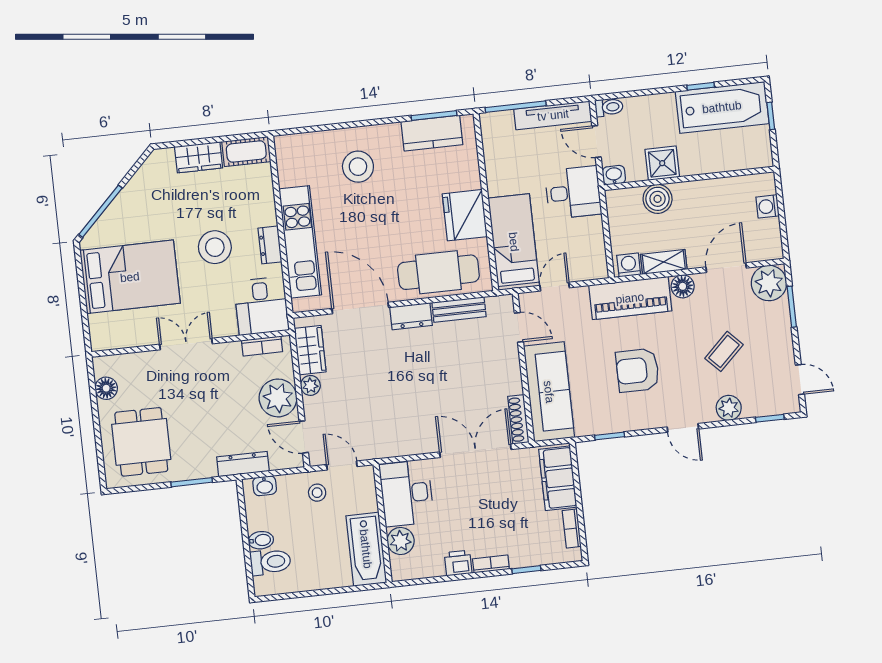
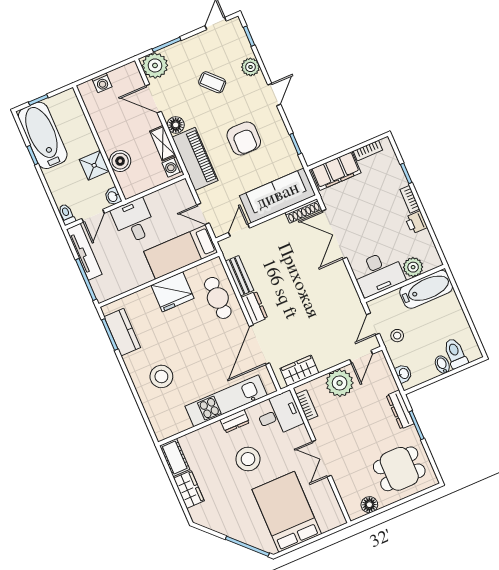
cafe table: (438, 272) -> (218, 298), width x0.73, depth x0.74
plant: (310, 385) -> (324, 363), removed
dresser: (243, 464) -> (400, 410), moved

